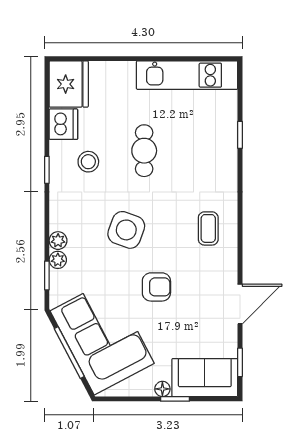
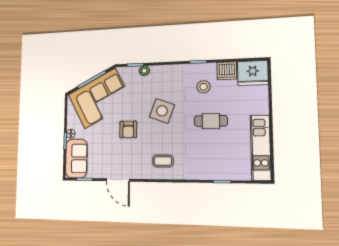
plant: (58, 241) -> (156, 70), removed

